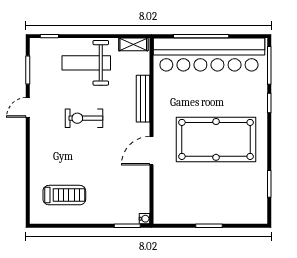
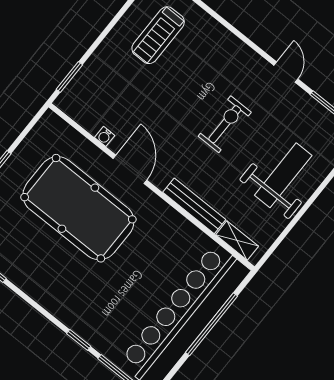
shelving: (133, 44) -> (237, 240), moved, turned 90
pool table: (216, 139) -> (78, 208), moved, turned 90
water cooler: (145, 219) -> (105, 136), moved

